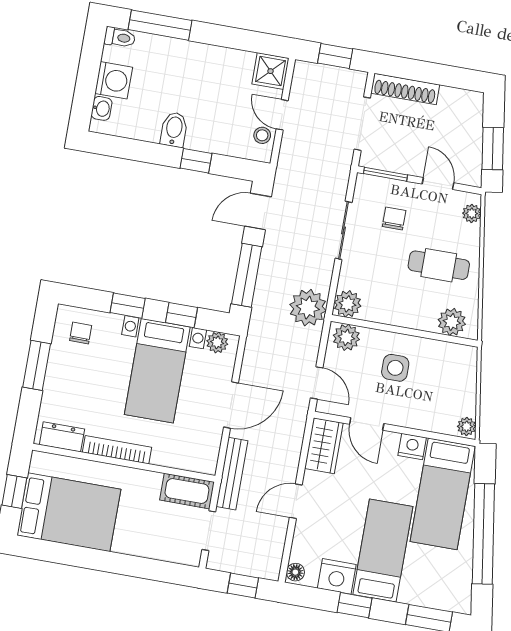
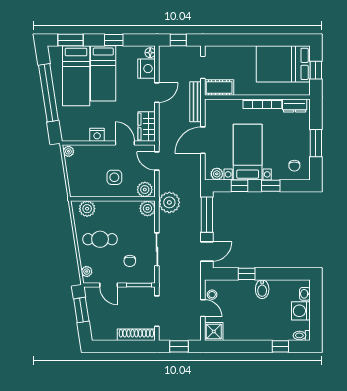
window: (160, 25) -> (280, 346), width x0.46
bed: (443, 494) -> (76, 76), moved, turned 180
nightstand: (337, 576) -> (147, 69), moved, turned 90

